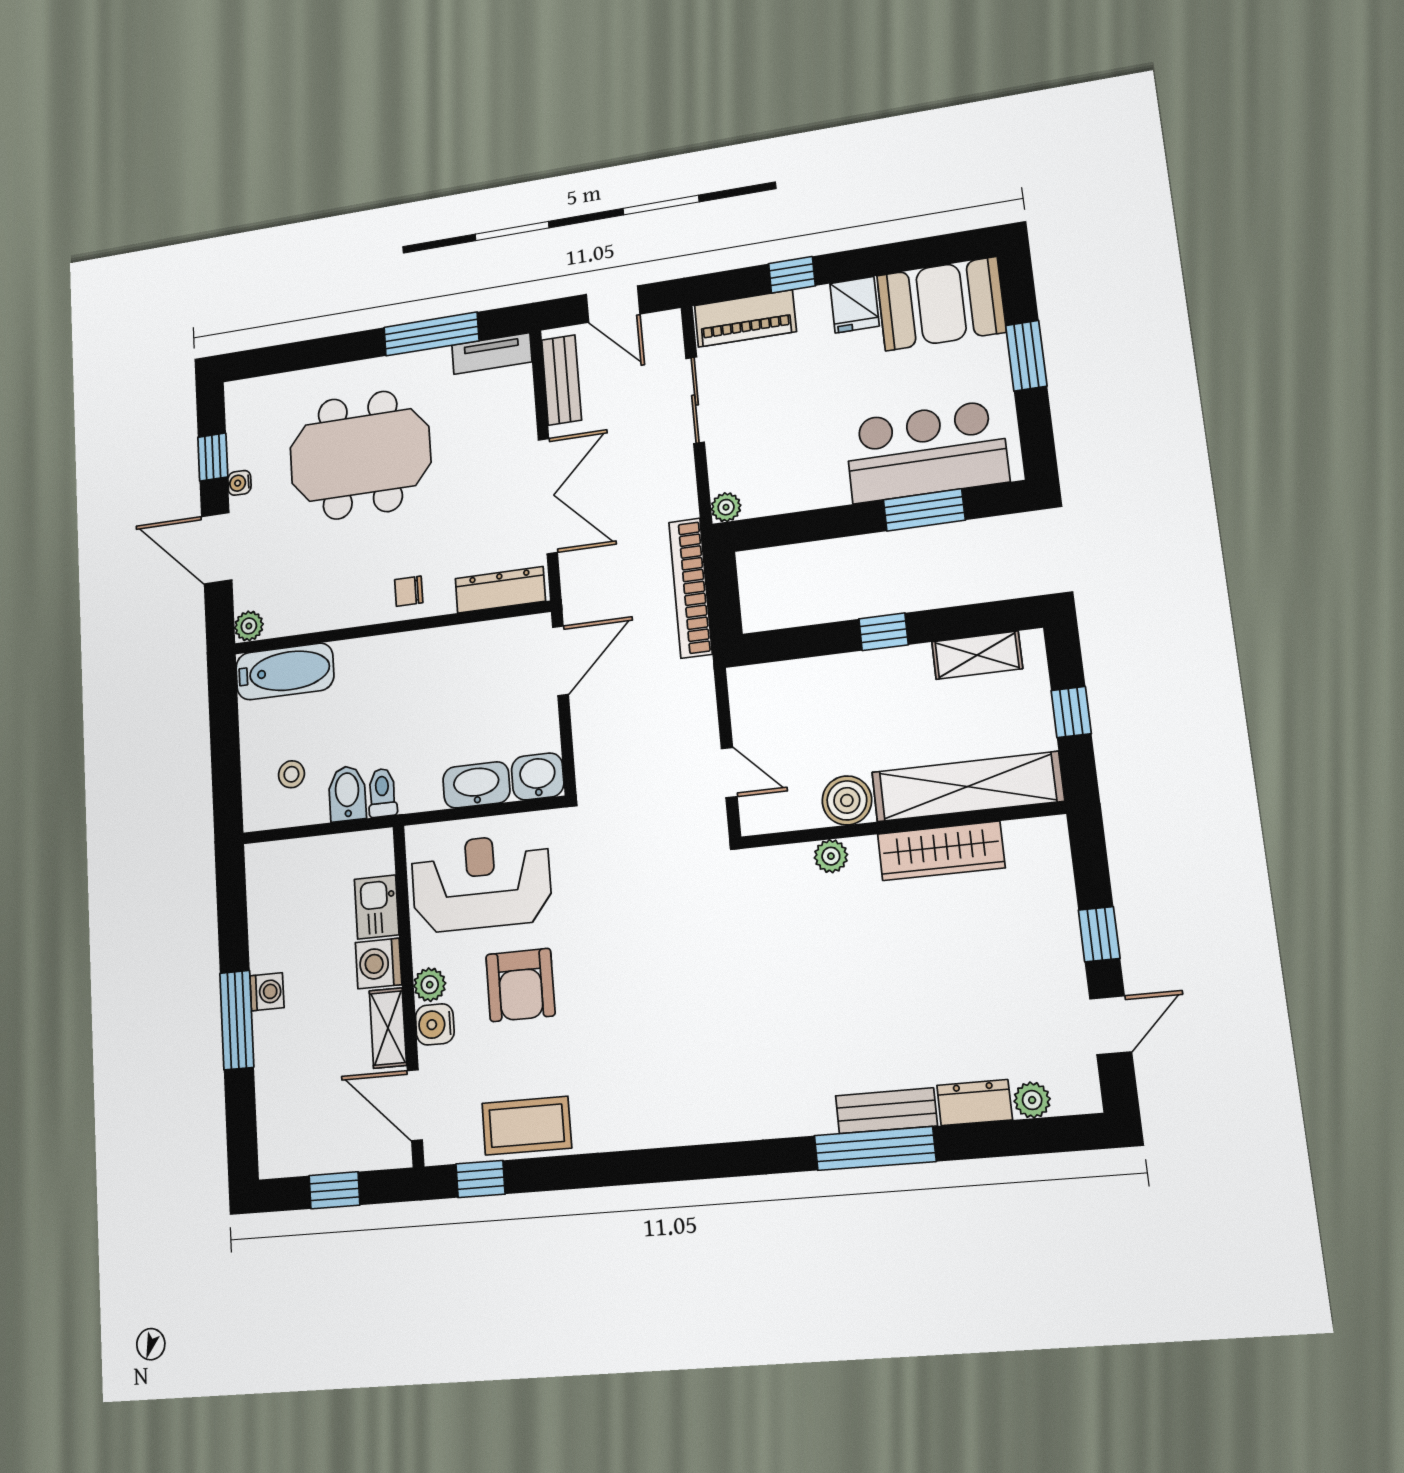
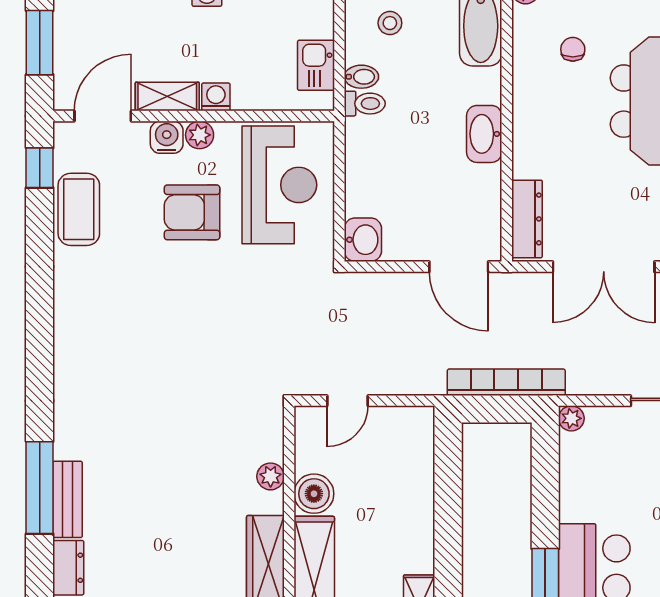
chair: (409, 591) -> (573, 49), moved
window: (884, 632) -> (448, 537), removed
washbasin: (476, 785) -> (484, 134), moved, turned 180
bidet: (347, 793) -> (361, 77), width x0.72, depth x0.74
kitchen sink: (377, 907) -> (316, 65), moved, turned -90
washing machine: (379, 963) -> (216, 97), width x0.73, depth x0.73
window: (334, 1190) -> (40, 43), width x1.50

